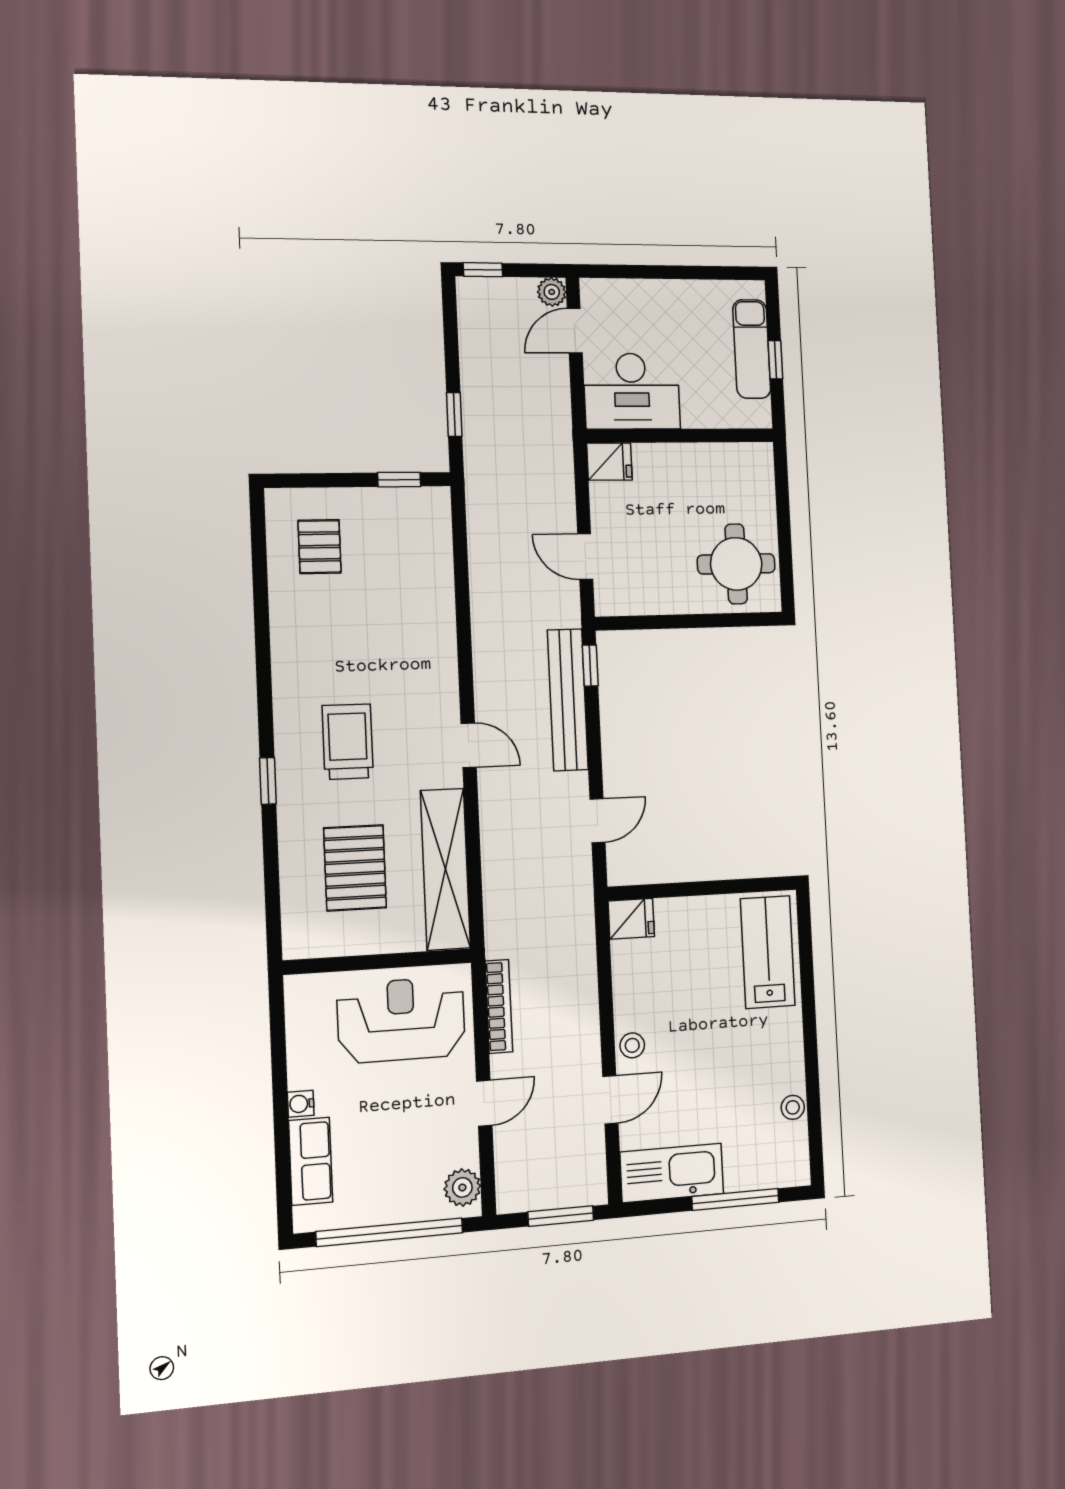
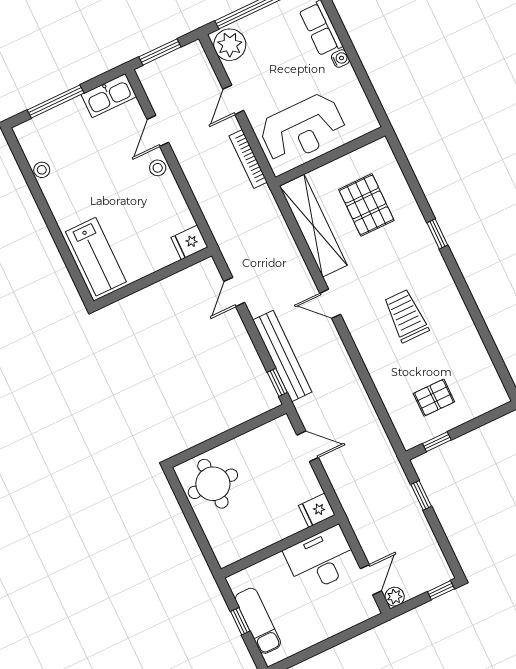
pallet: (320, 547) -> (434, 398), moved, turned 90
trolley: (348, 742) -> (406, 316), moved, turned 180
kitchen sink: (672, 1173) -> (109, 96), width x0.73, depth x0.81
plant: (462, 1187) -> (230, 45), width x1.36, depth x1.36

